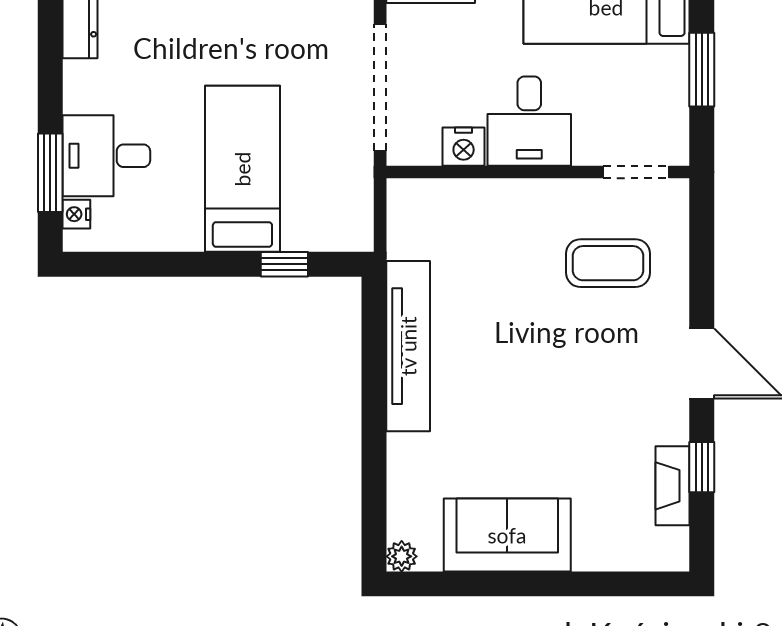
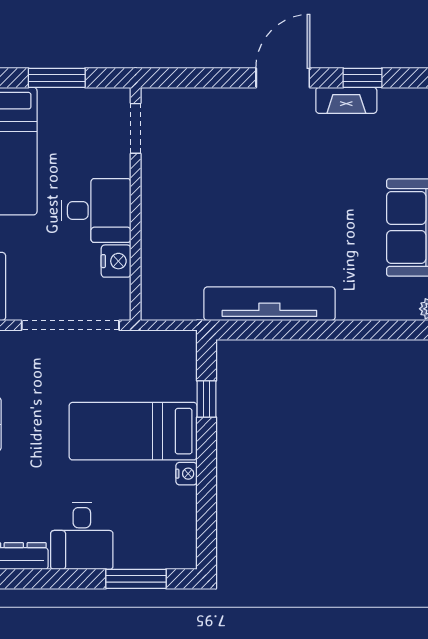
desk: (106, 156) -> (82, 536), moved
nightstand: (76, 214) -> (186, 474), moved, turned -90
coffee table: (608, 263) -> (206, 150), removed
fireplace: (673, 486) -> (346, 100), moved

